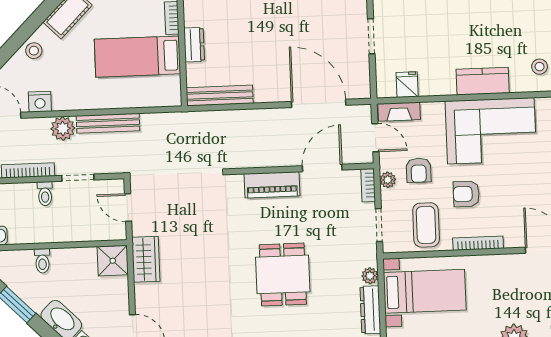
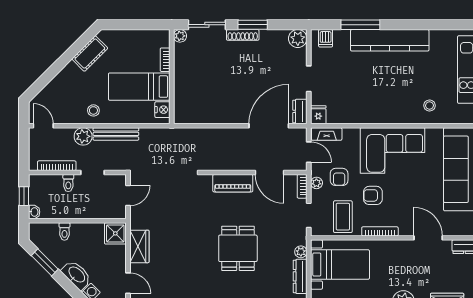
dresser: (194, 45) -> (300, 111), moved, turned 180
stool: (34, 51) -> (93, 110), moved
kitchen counter: (483, 81) -> (388, 114), removed
fridge: (407, 85) -> (318, 115), moved
bench: (220, 95) -> (197, 117), removed
nightstand: (40, 102) -> (162, 110), moved, turned -90
door: (319, 103) -> (269, 126), hinge flipped
door: (322, 168) -> (269, 172), swing flipped
door: (128, 207) -> (128, 195), swing flipped
wardrobe: (146, 259) -> (139, 246), moved

